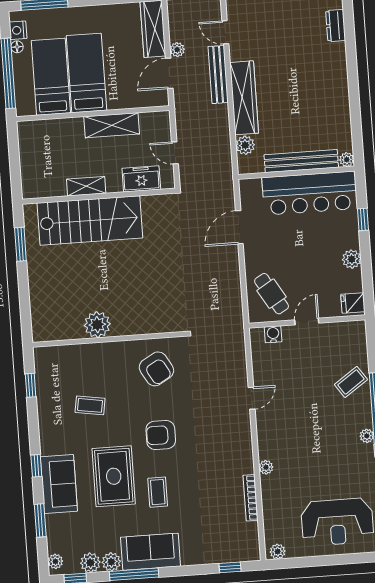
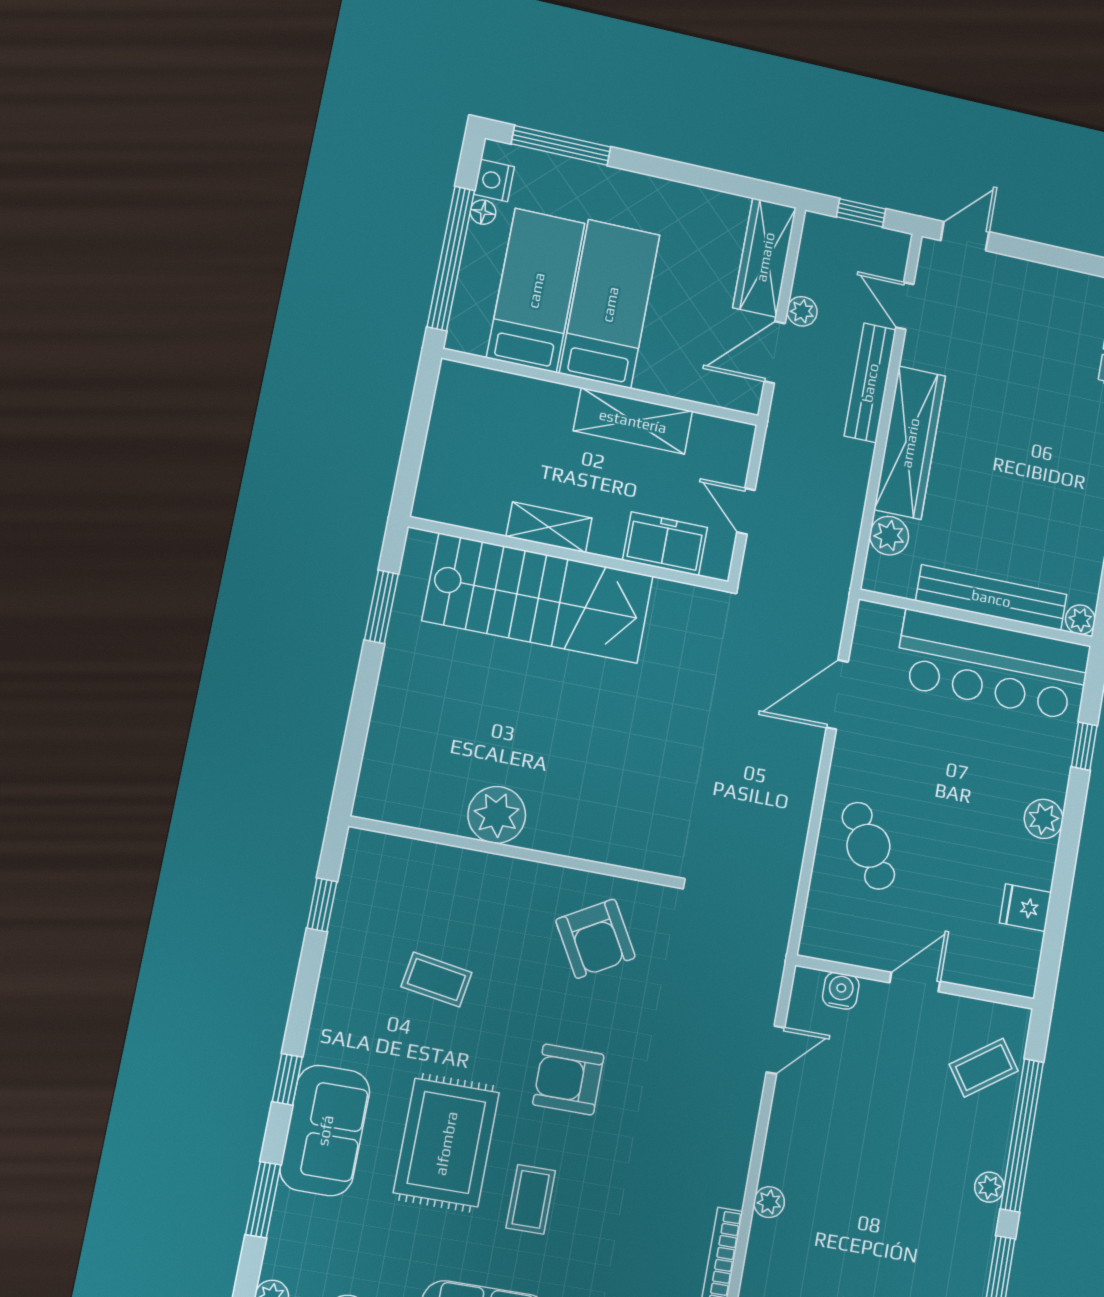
door: (307, 321) -> (915, 982), moved
wall: (307, 321) -> (915, 982), moved
water cooler: (273, 334) -> (841, 991), moved

